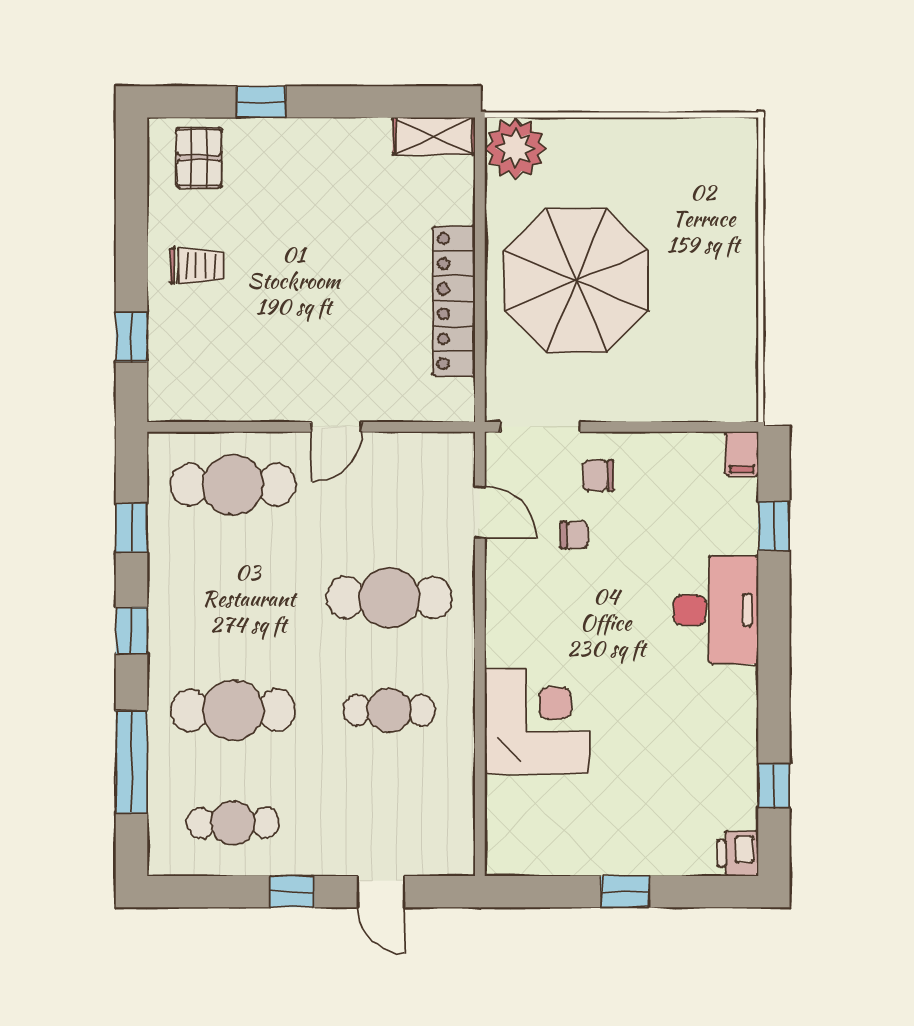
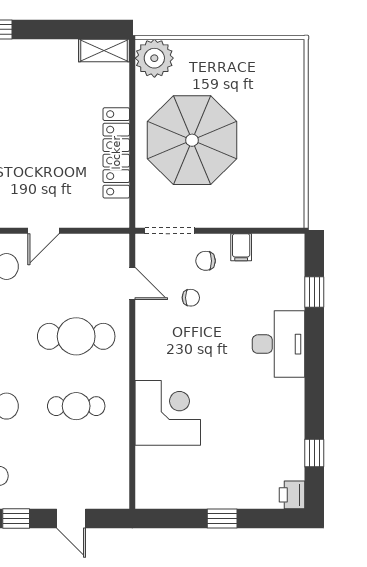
filing cabinet: (742, 454) -> (241, 247), moved

